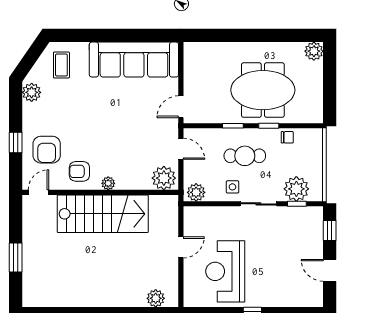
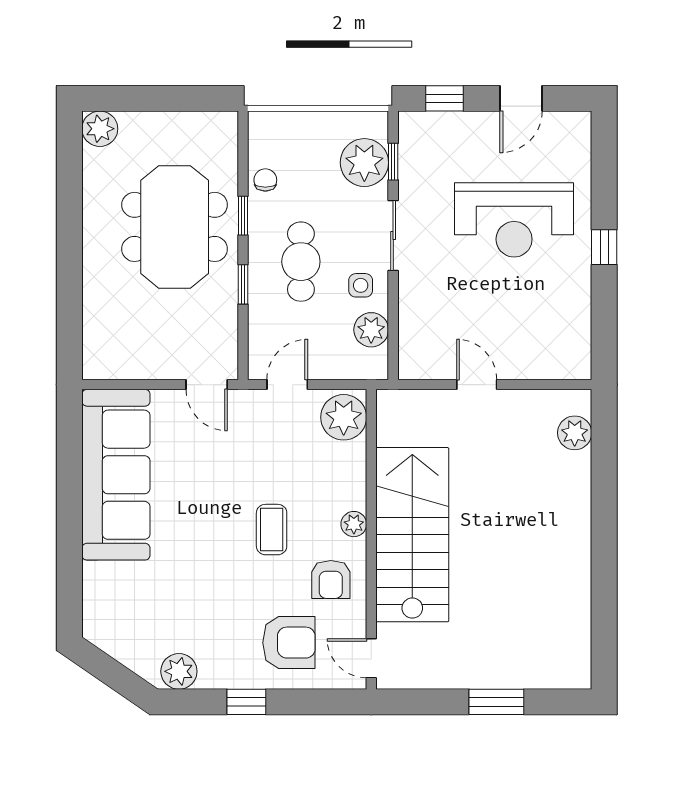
coffee table: (61, 65) -> (272, 530), moved, turned 90
window: (16, 143) -> (246, 702), moved
plant: (196, 192) -> (371, 330), moved
reception desk: (225, 271) -> (514, 220), moved

